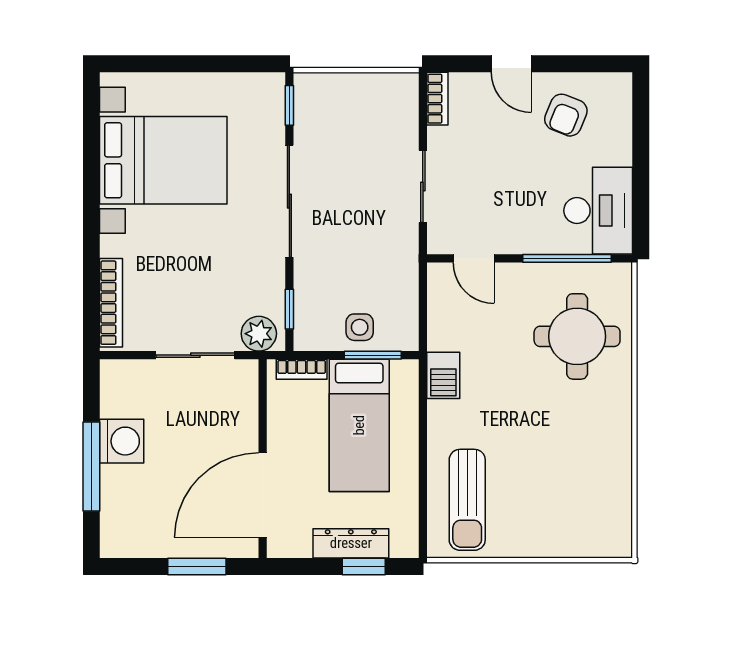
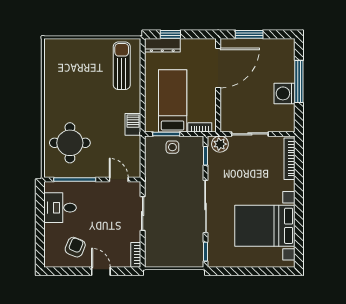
desk: (598, 211) -> (60, 208), width x0.73
dresser: (351, 543) -> (162, 45), moved

